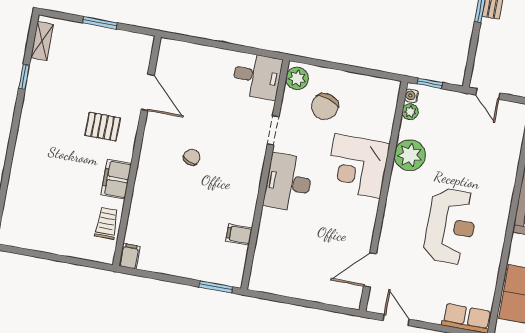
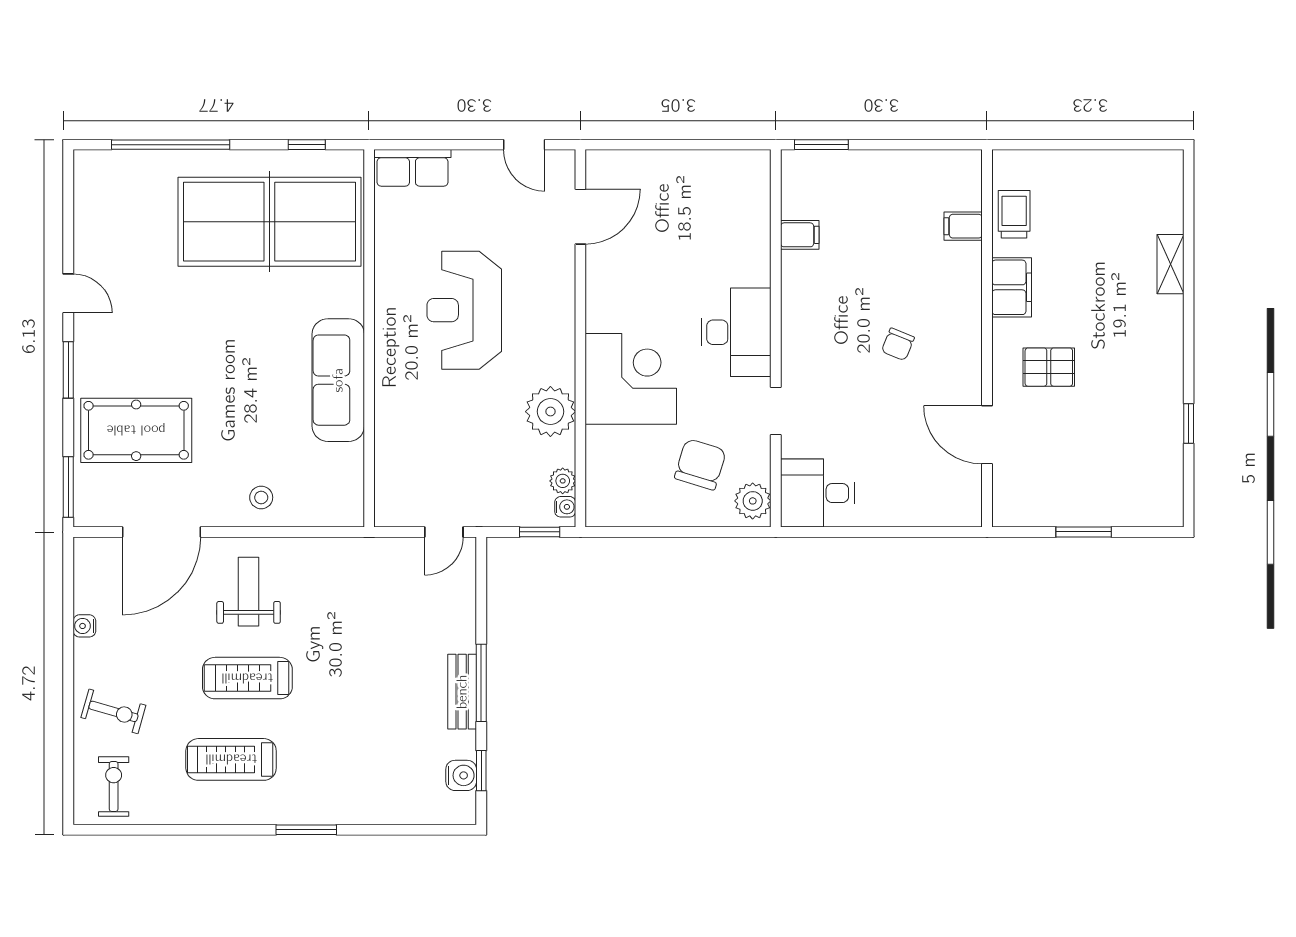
shelving: (42, 41) -> (1170, 264), moved
door: (488, 94) -> (444, 532), swing flipped
trolley: (107, 223) -> (1014, 214), turned 180
filing cabinet: (130, 256) -> (963, 226), moved, turned 90

